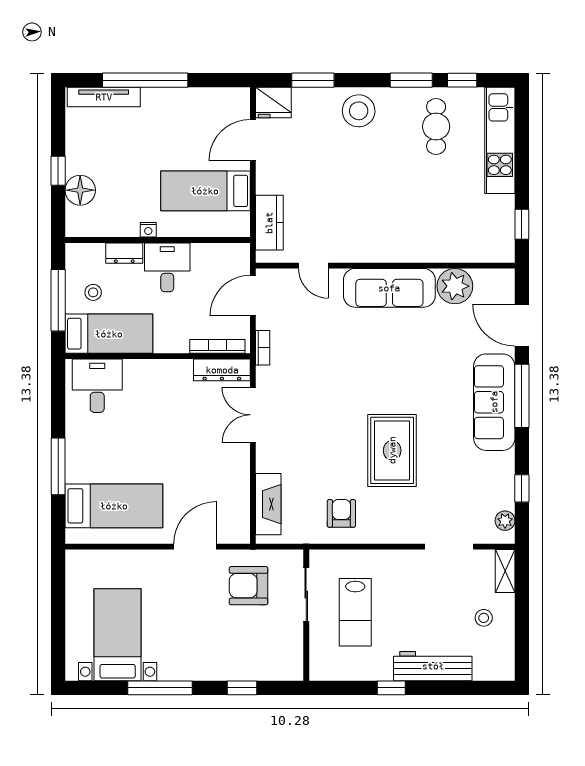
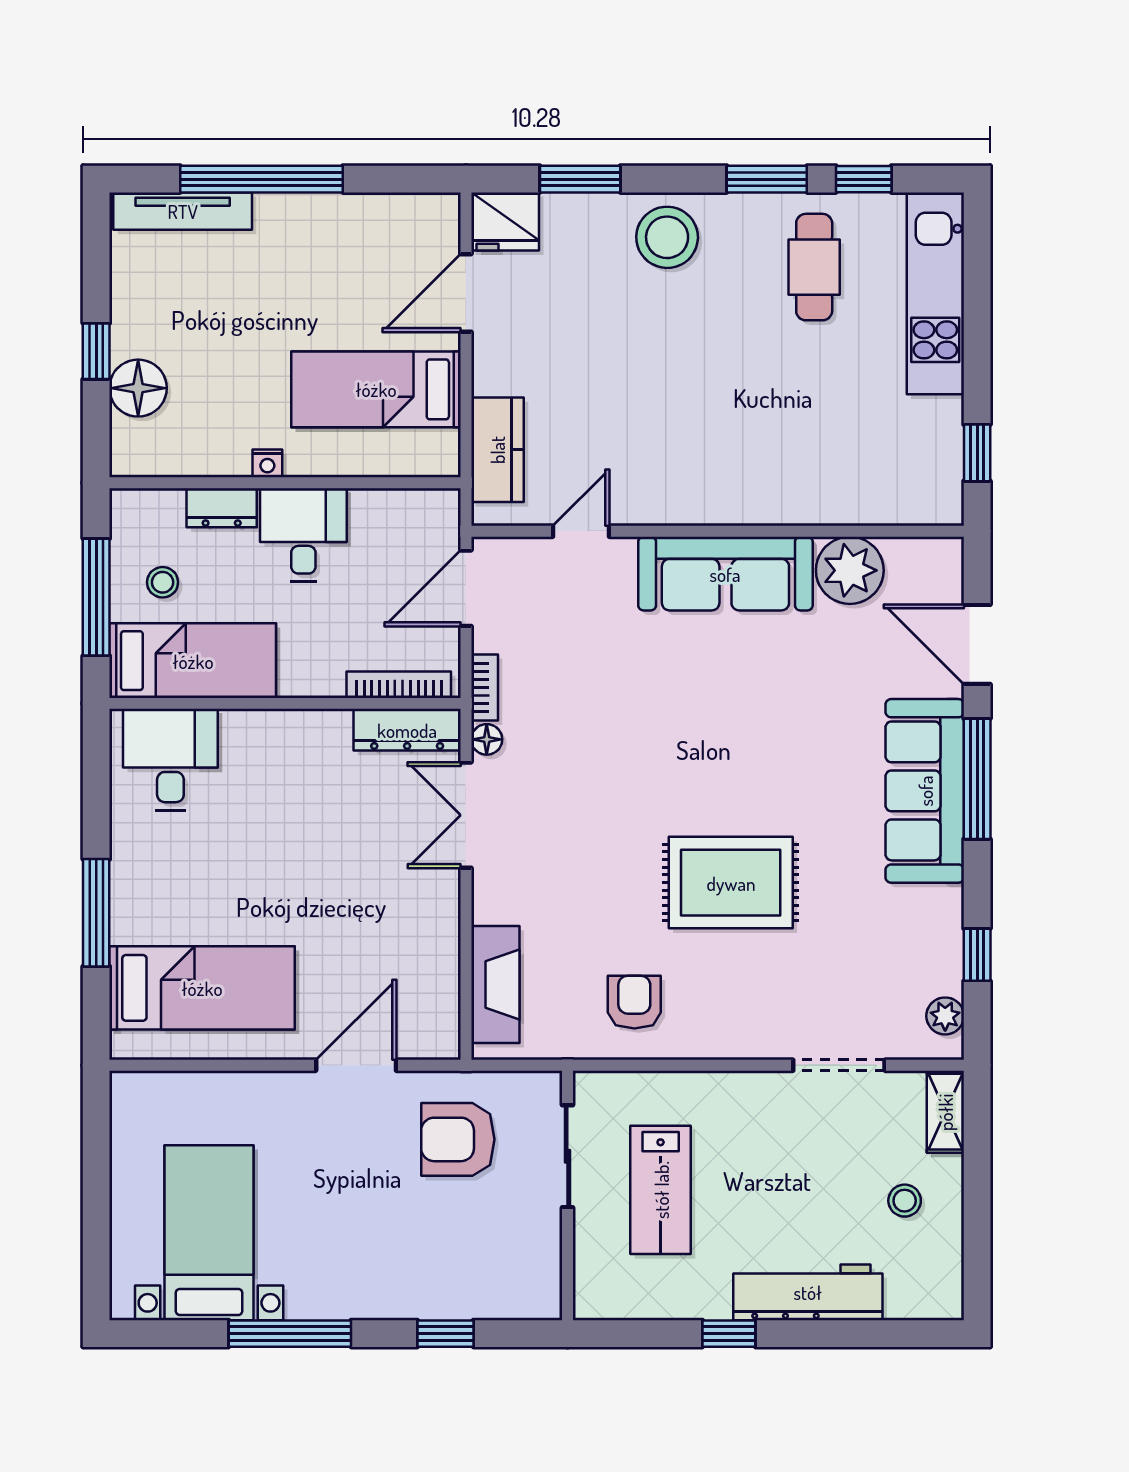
door: (313, 266) -> (581, 531), swing flipped
floor lamp: (264, 375) -> (487, 739), added
rug: (392, 450) -> (731, 883), turned 90

